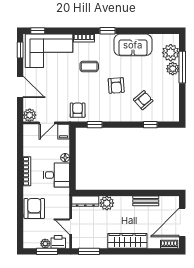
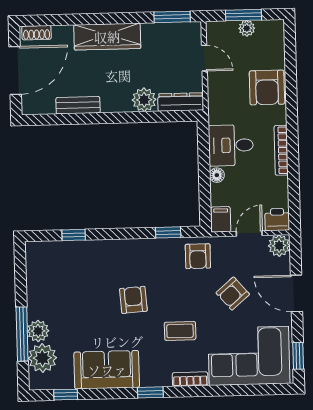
window: (38, 31) -> (66, 395), moved
armchair: (143, 100) -> (233, 294), moved
printer: (58, 242) -> (277, 220), moved, turned 180

